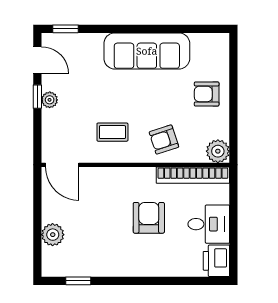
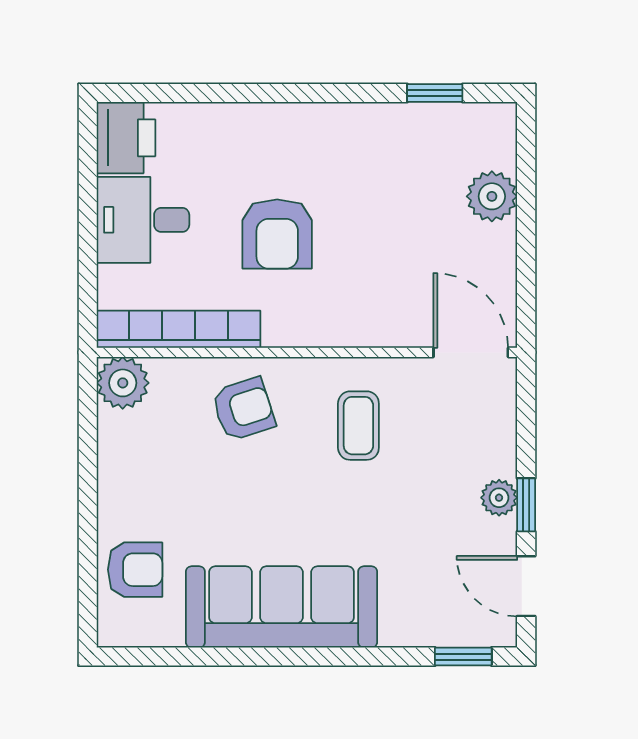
armchair: (207, 94) -> (135, 570), moved
coffee table: (112, 132) -> (358, 426), turned 90

